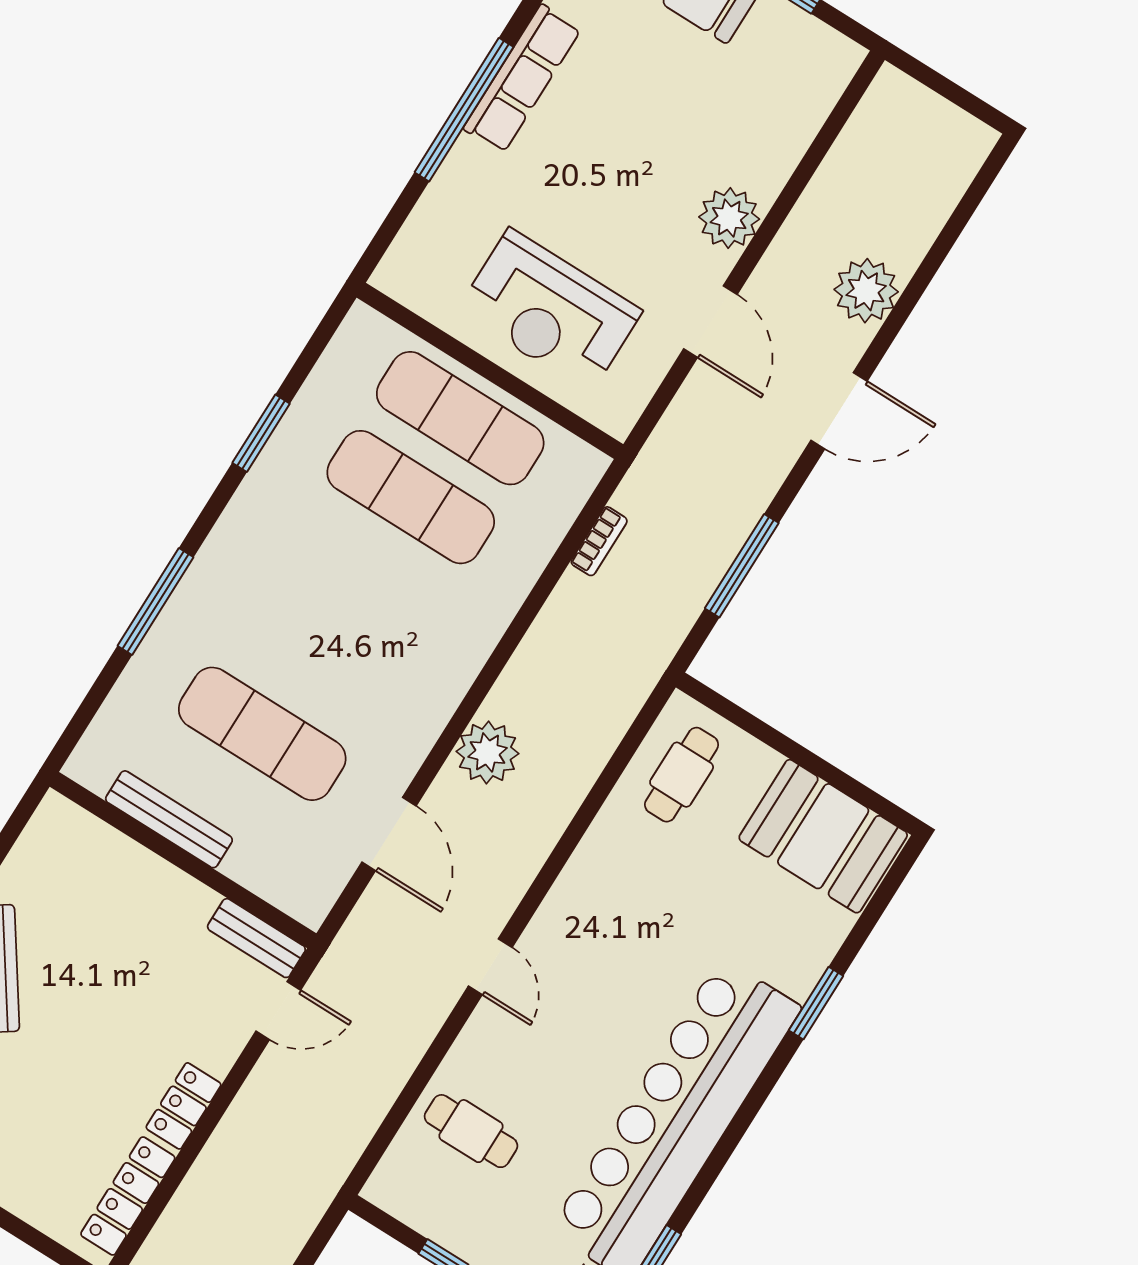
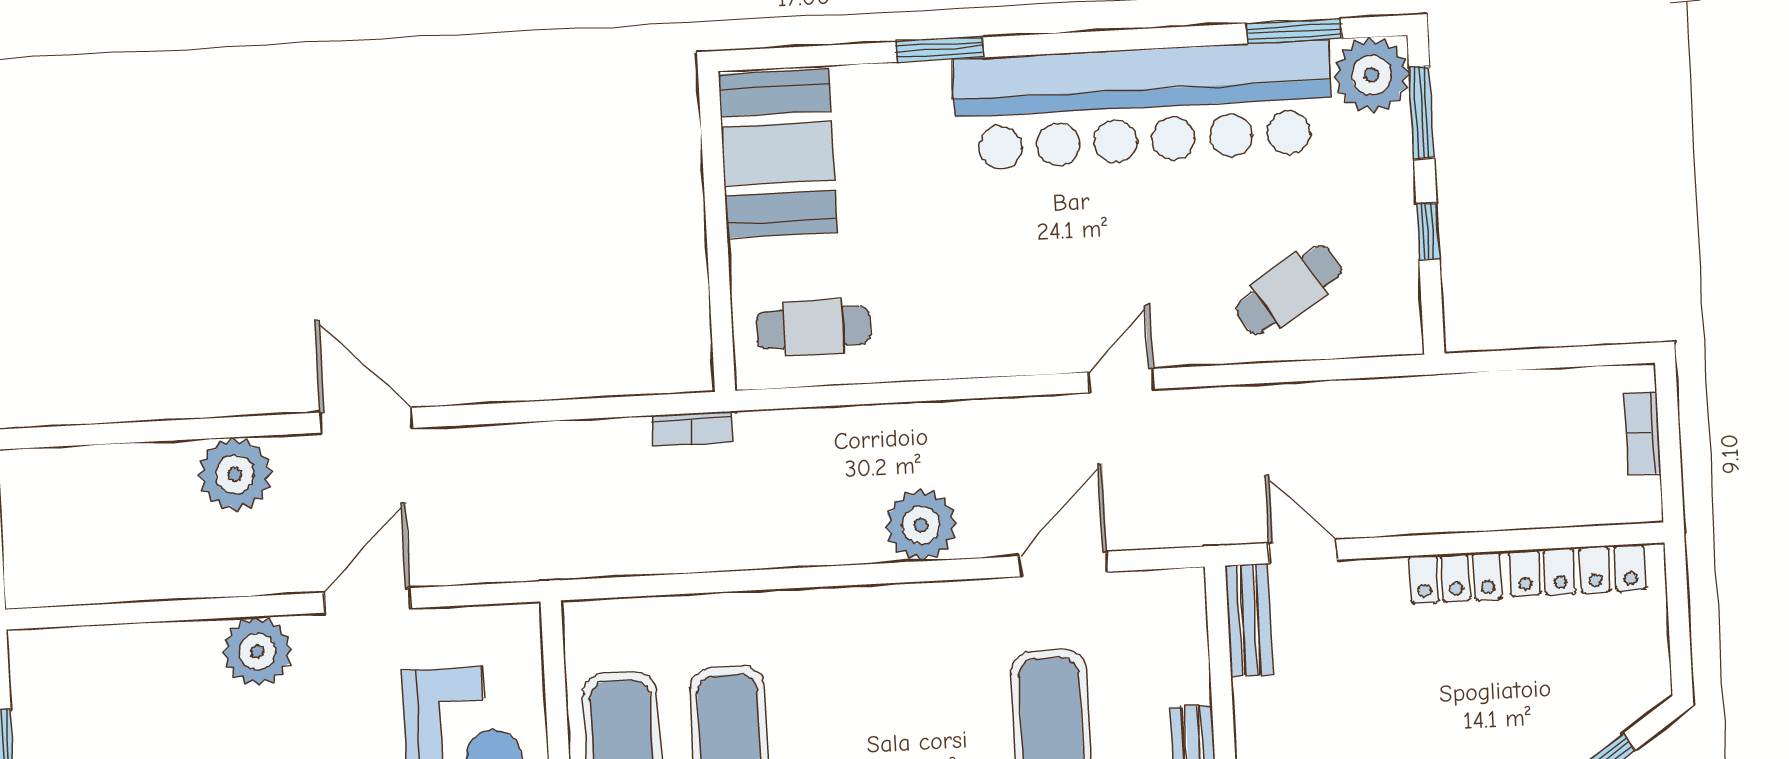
bookcase: (599, 541) -> (692, 429), moved, turned 180
window: (742, 566) -> (577, 409), removed
cafe table: (471, 1131) -> (1289, 290), turned 57

